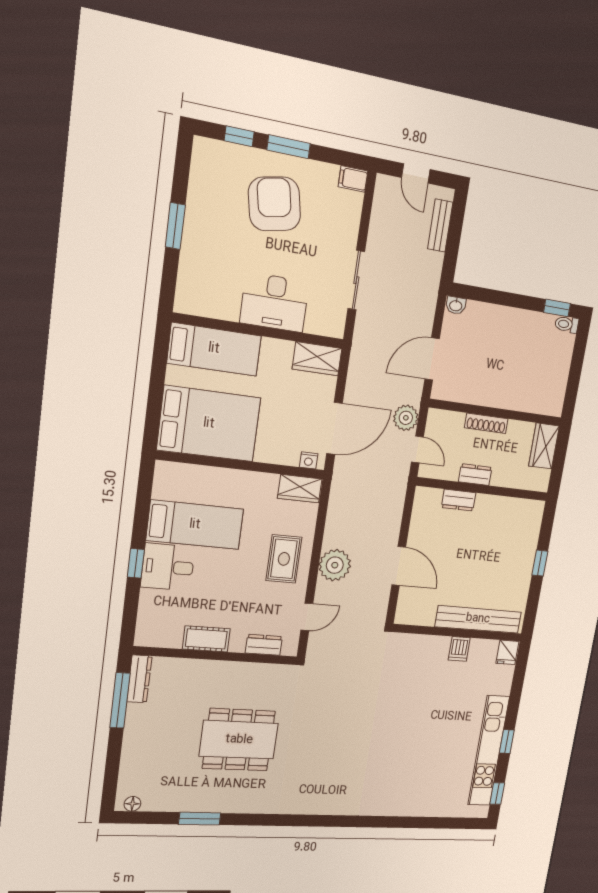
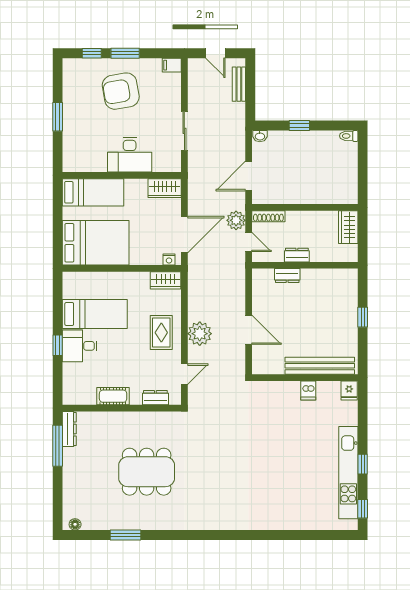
armchair: (274, 204) -> (121, 91), turned -89
window: (557, 308) -> (299, 126), moved
shoe rack: (486, 423) -> (268, 216), moved

